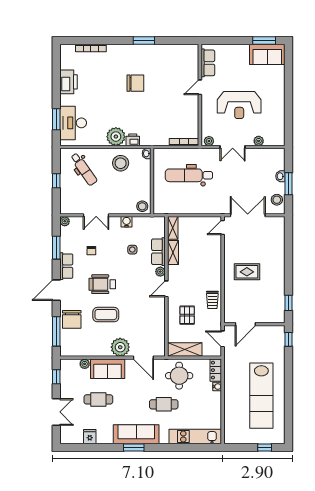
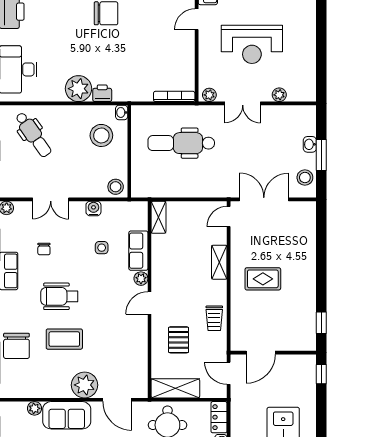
stool: (121, 163) -> (101, 135), moved
shelving: (173, 253) -> (219, 262), moved

